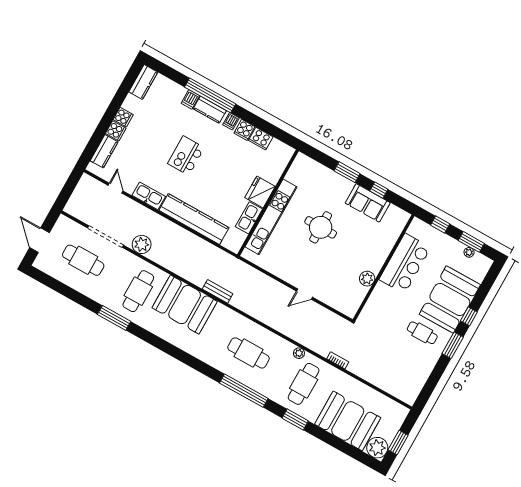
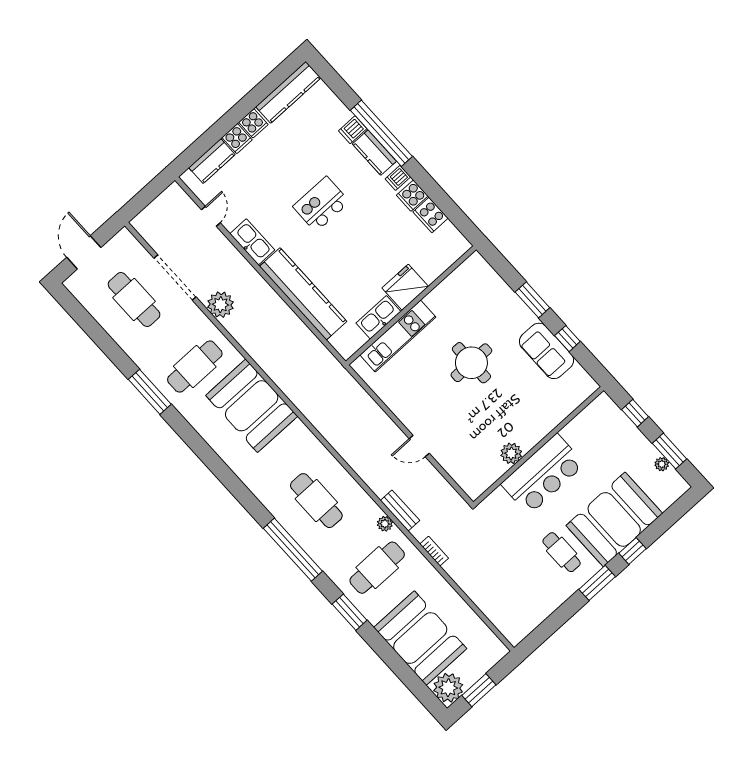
kitchen counter: (143, 82) -> (288, 92), width x1.50
kitchen unit: (271, 217) -> (398, 336), width x0.73
bar counter: (405, 263) -> (543, 474), moved
bench: (218, 291) -> (400, 510), moved

